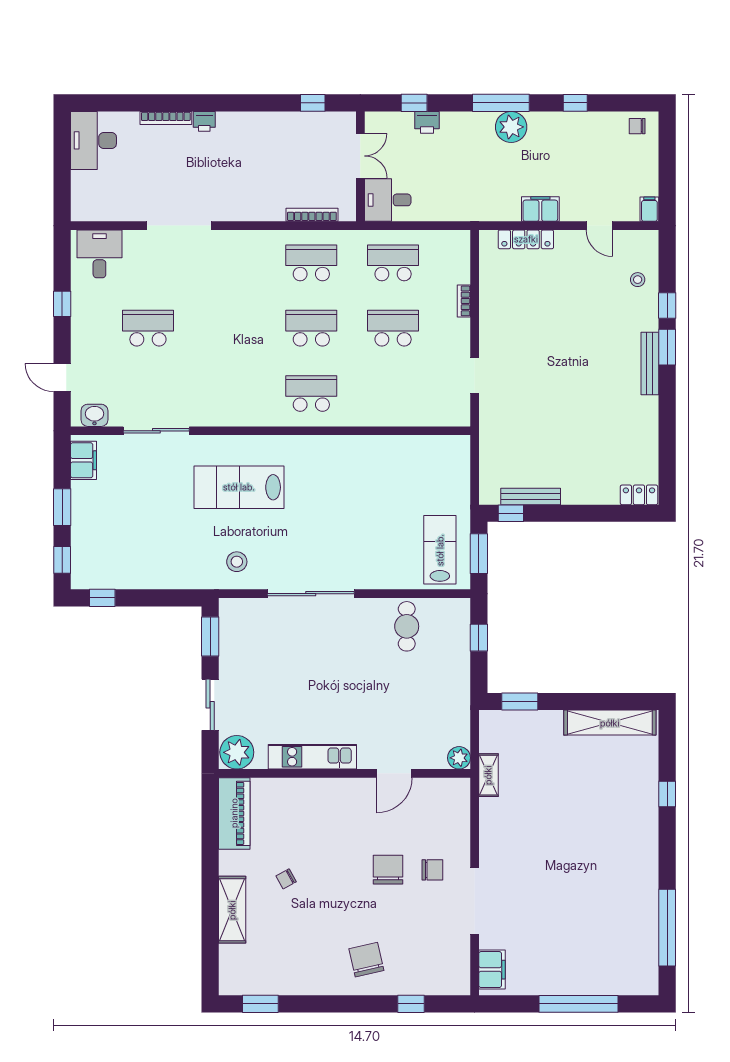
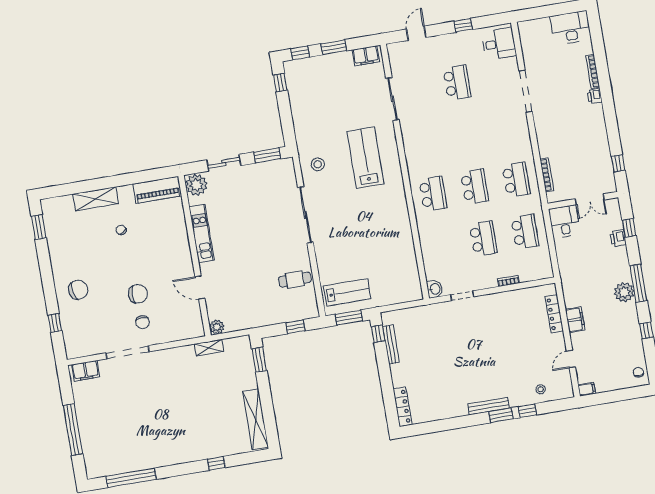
washbasin: (94, 415) -> (435, 289), moved
locker: (639, 495) -> (403, 407), width x1.53

